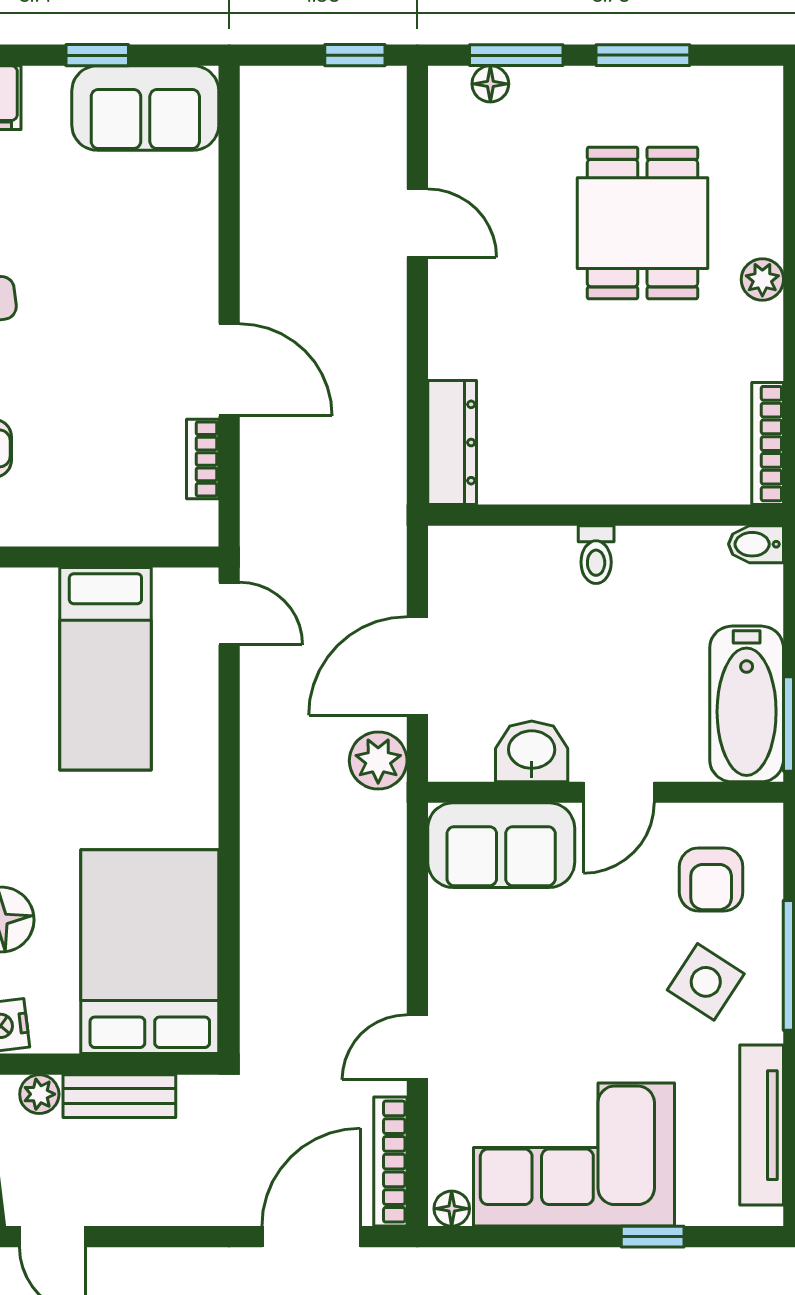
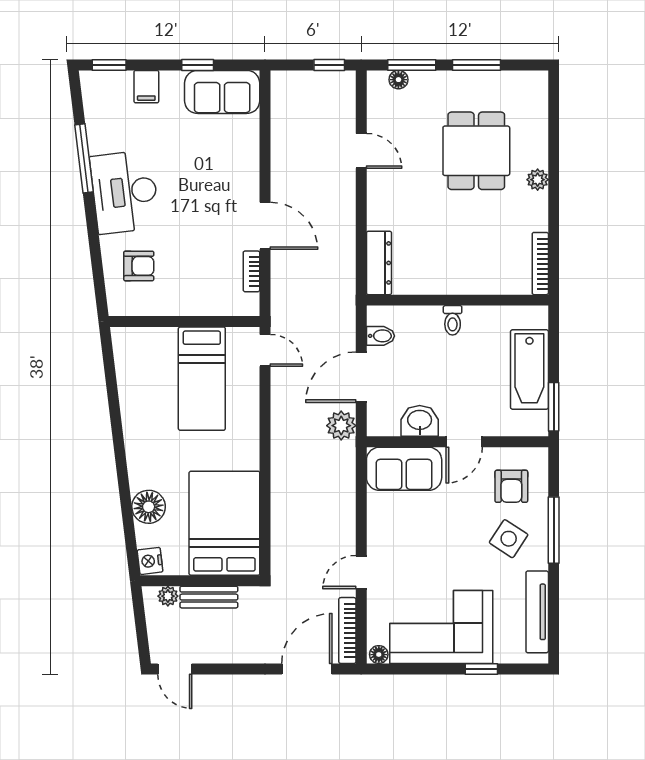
bidet: (756, 544) -> (381, 336), moved, turned 180
bathtub: (747, 704) -> (529, 369), moved

